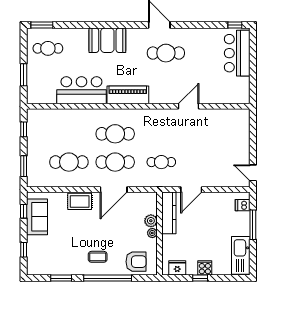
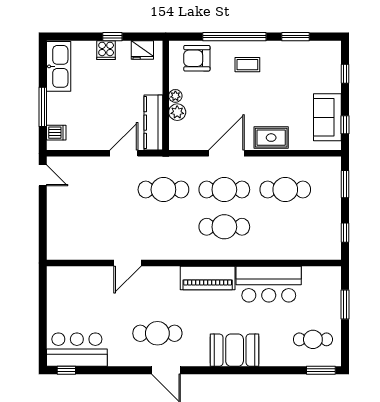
bar counter: (237, 53) -> (77, 350), moved, turned -90
cafe table: (161, 162) -> (163, 190), width x1.37, depth x1.35

